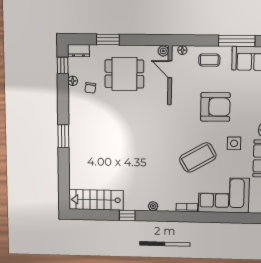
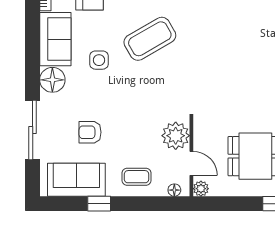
window: (237, 41) -> (99, 204), width x0.46
plant: (181, 89) -> (176, 136), added
armchair: (215, 107) -> (90, 132), moved, width x0.53, depth x0.53

